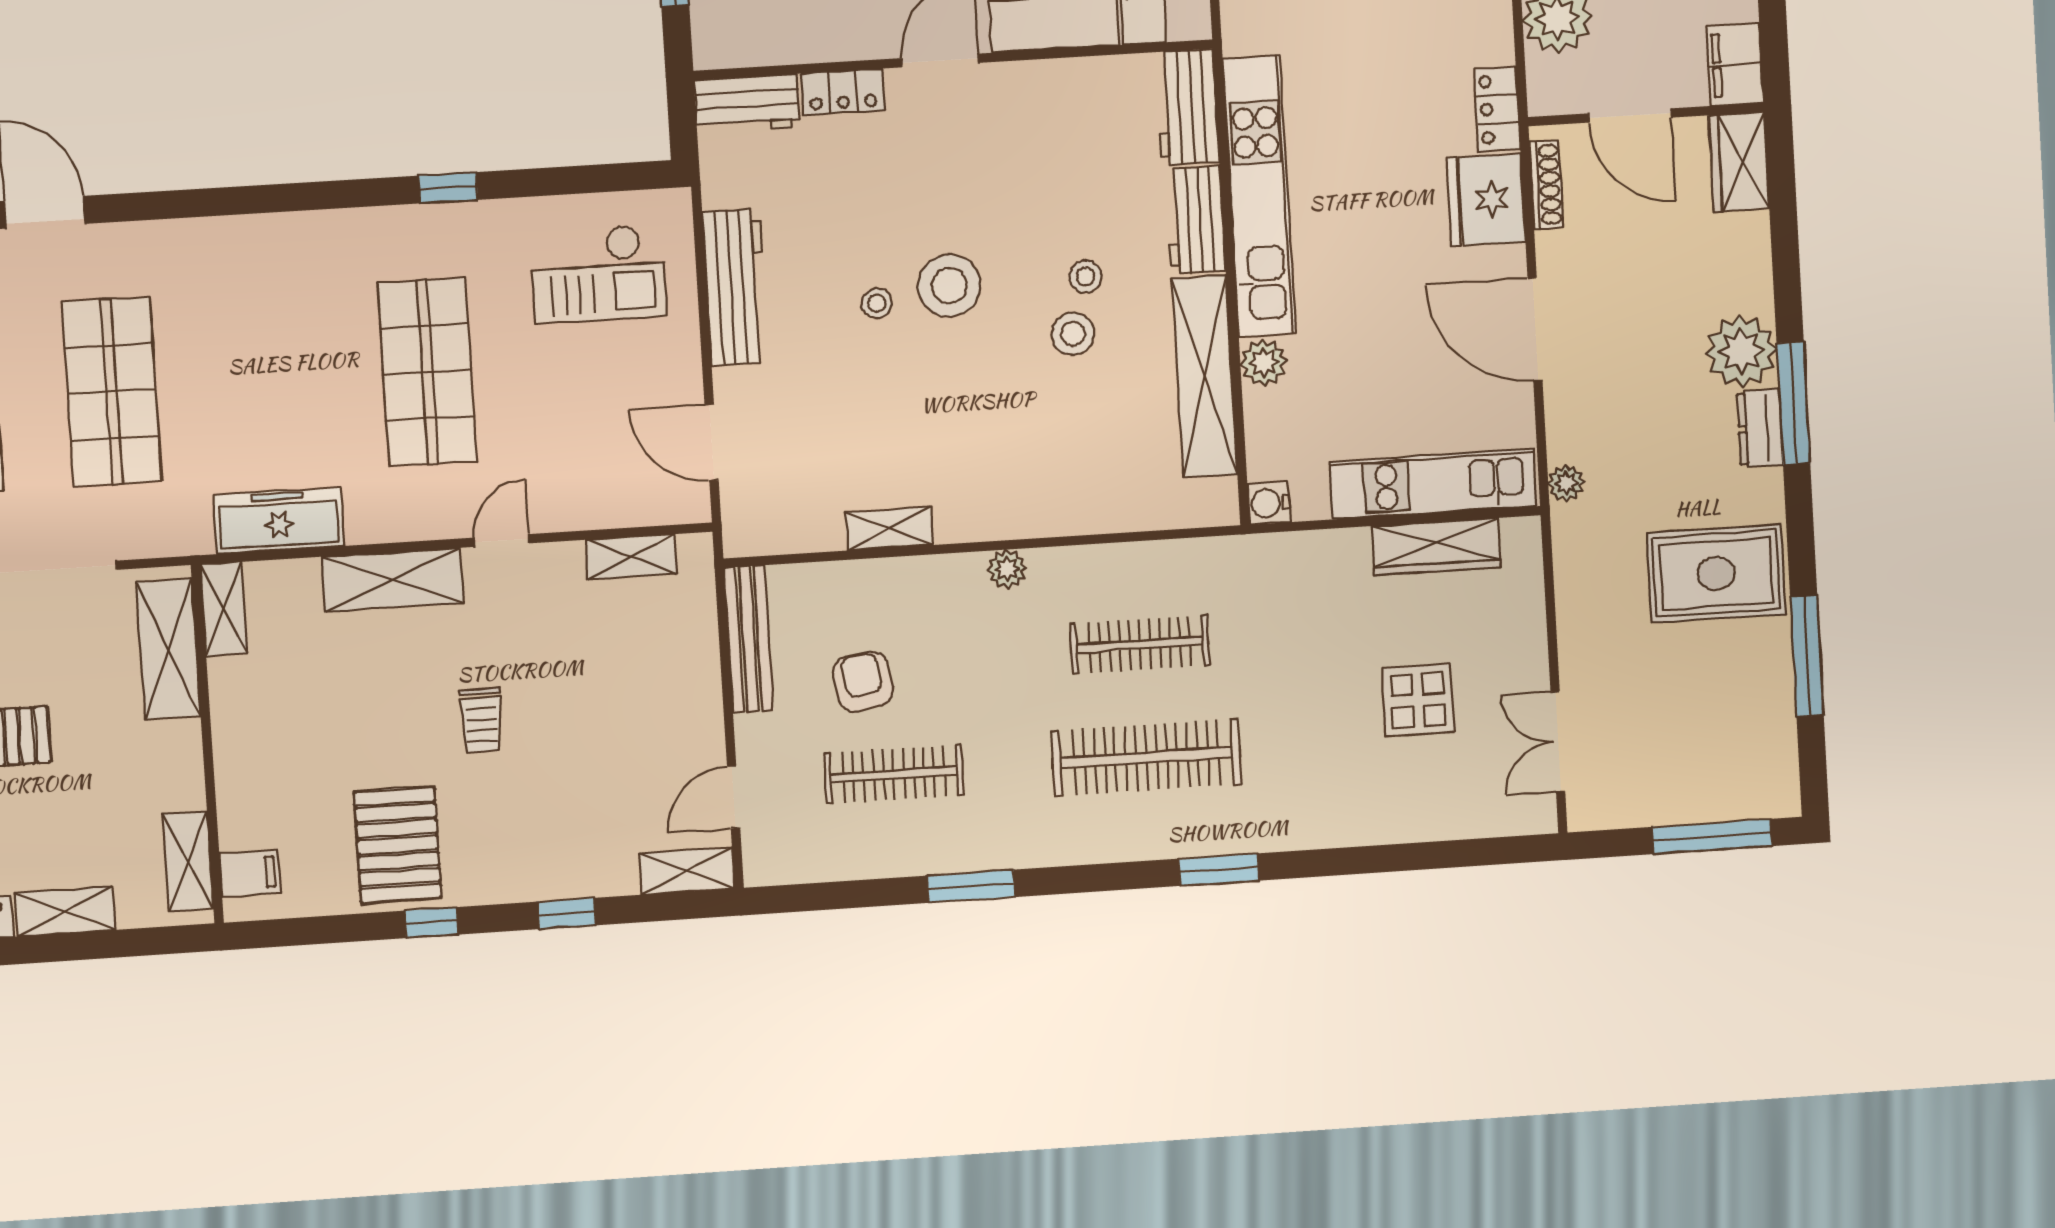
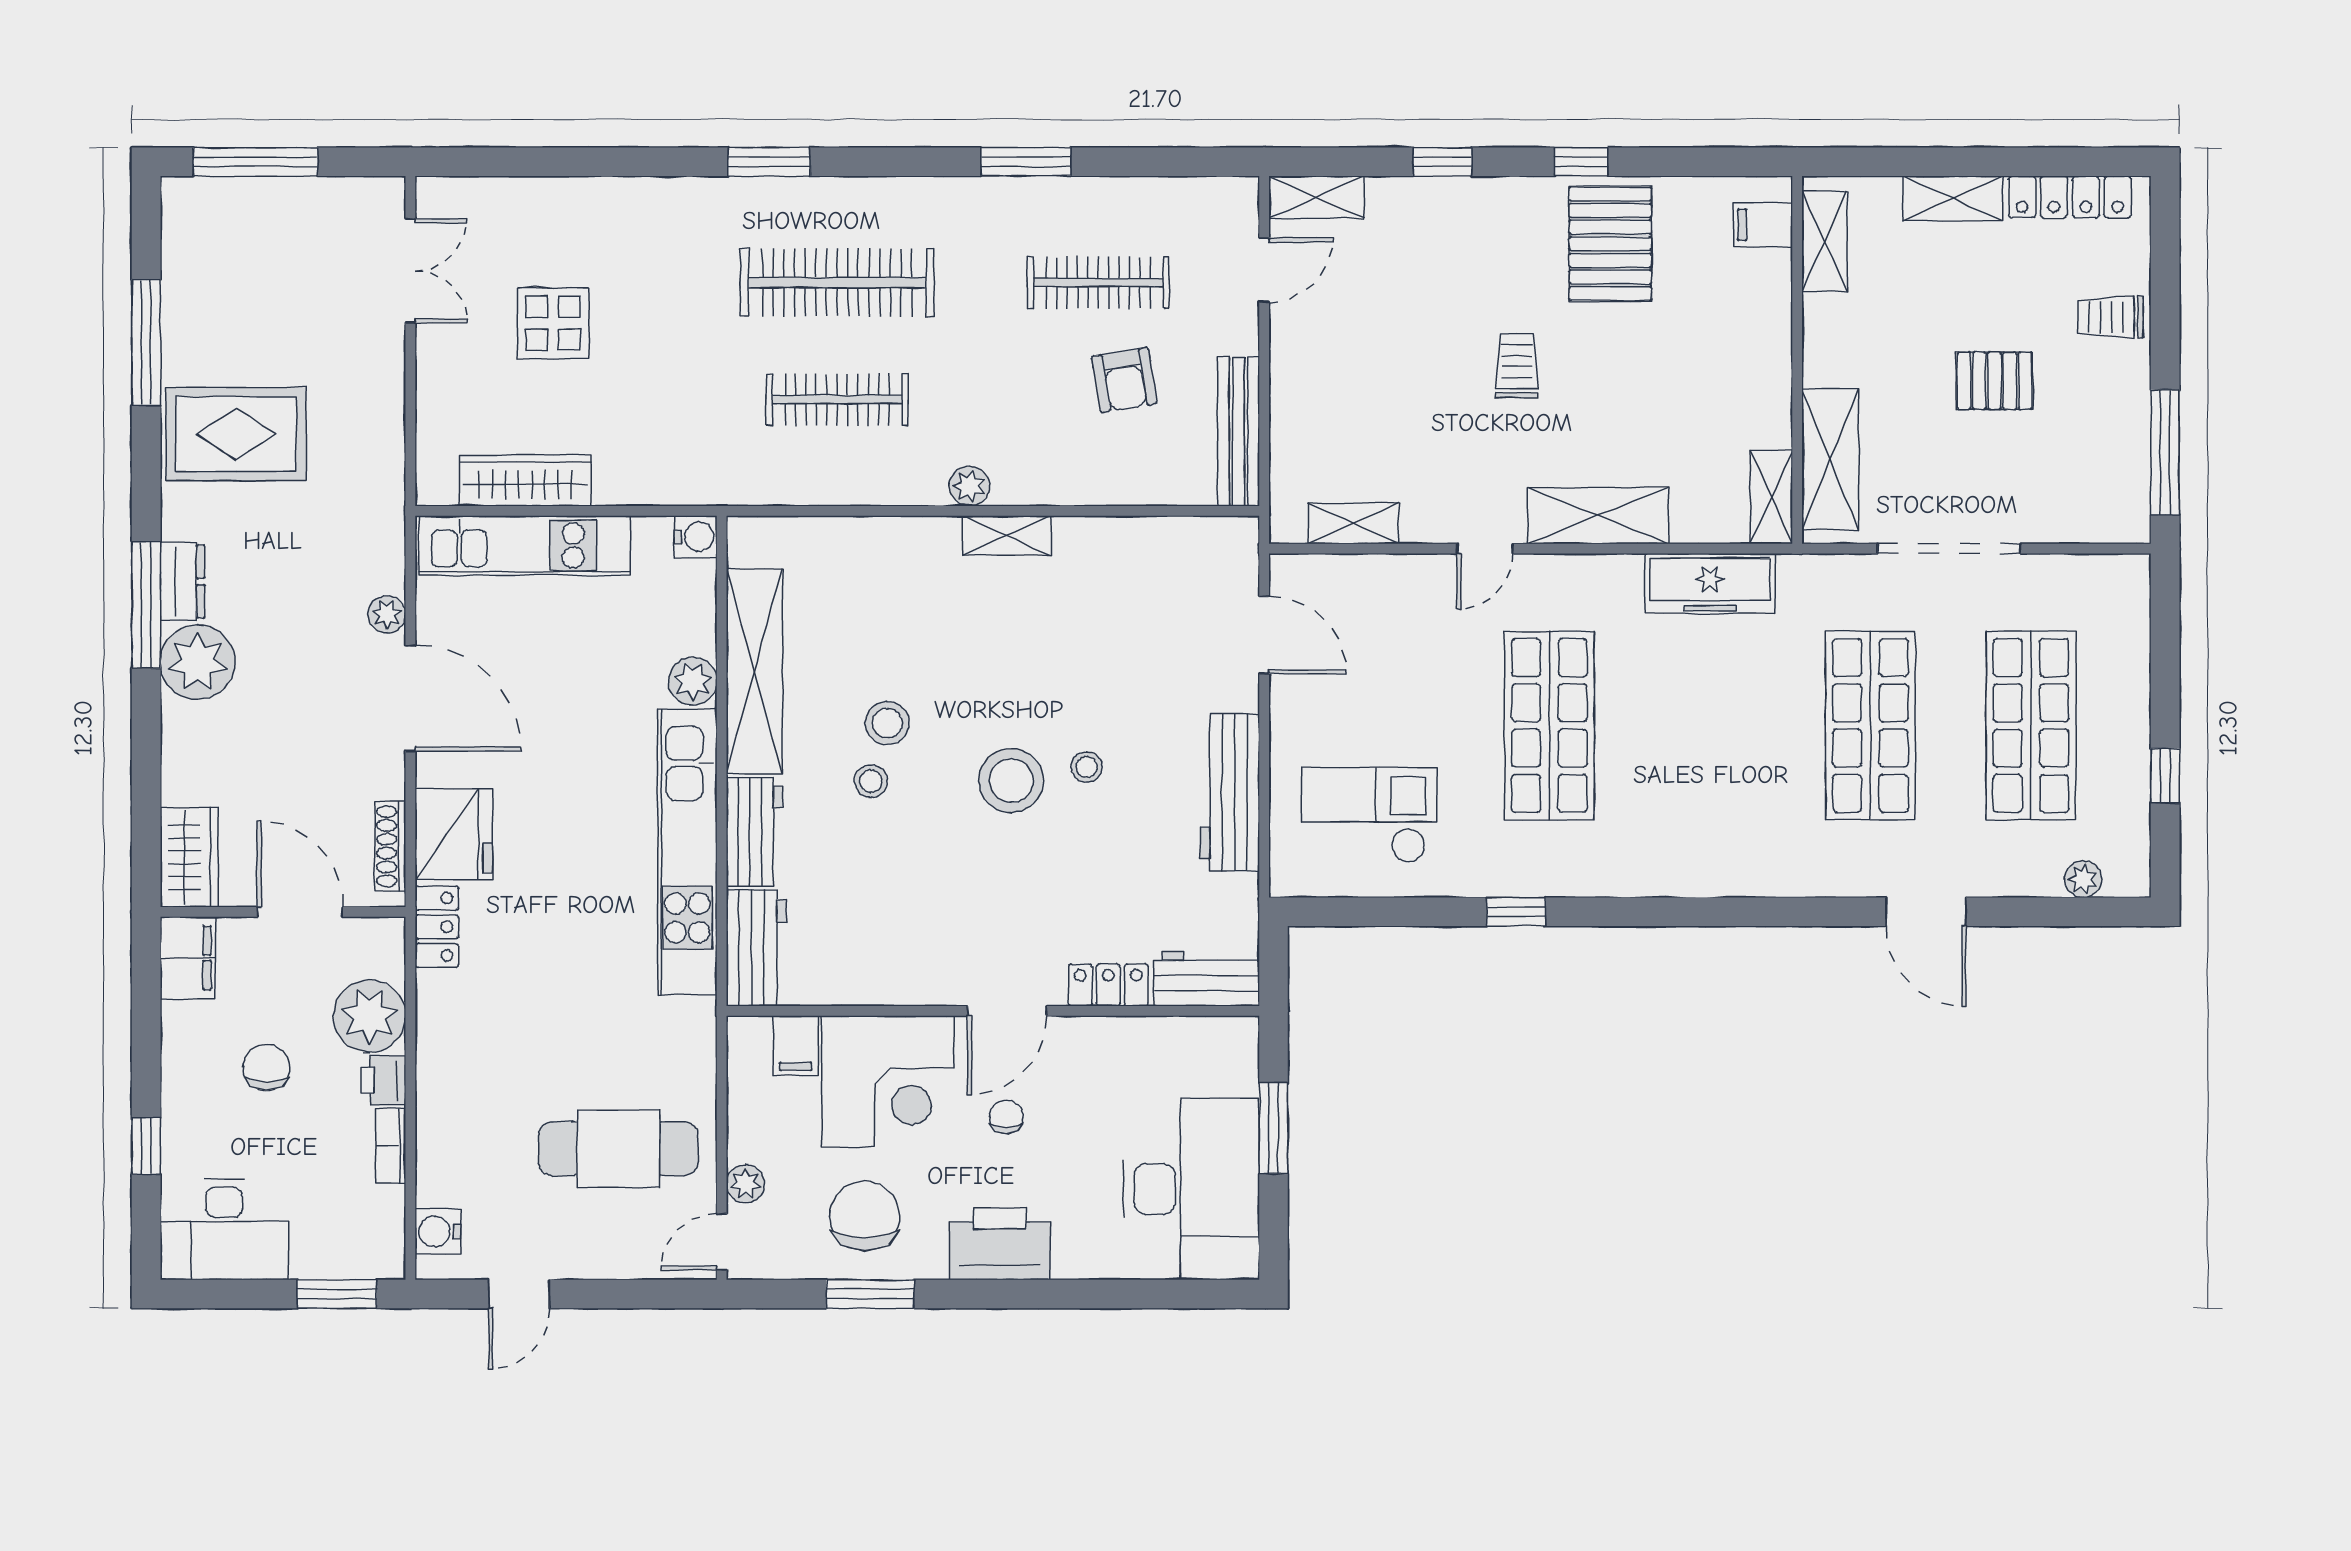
plant: (1566, 483) -> (387, 614), moved
shelving: (889, 528) -> (1007, 535), moved

